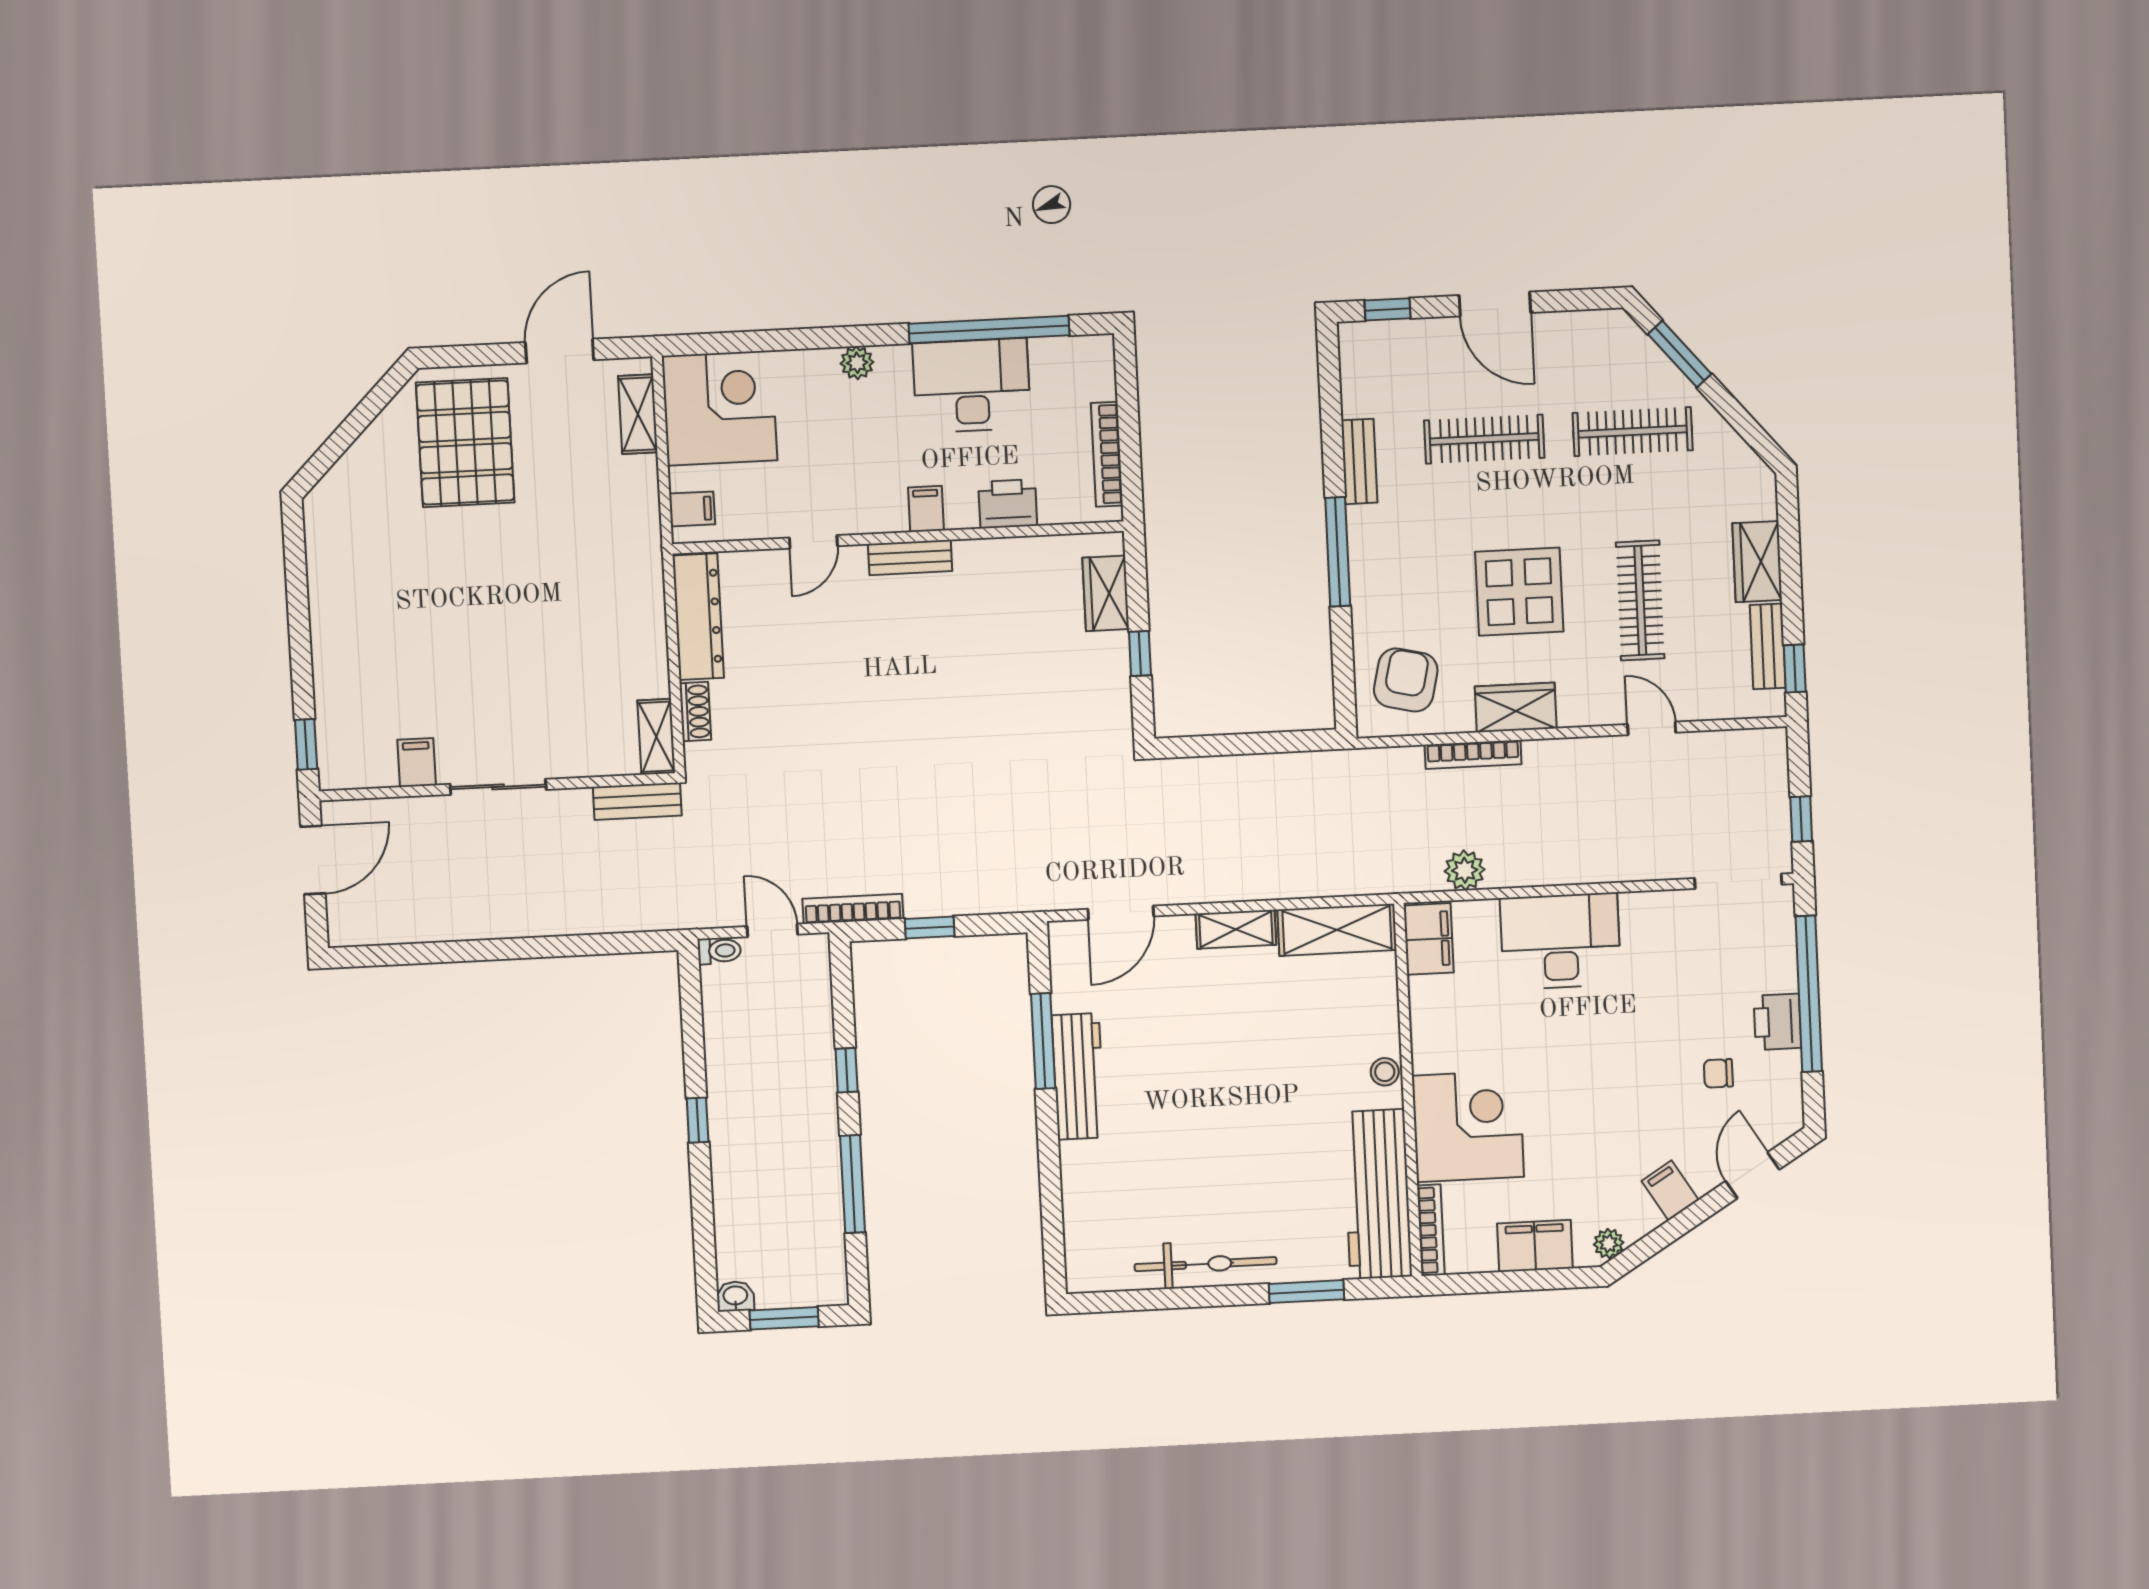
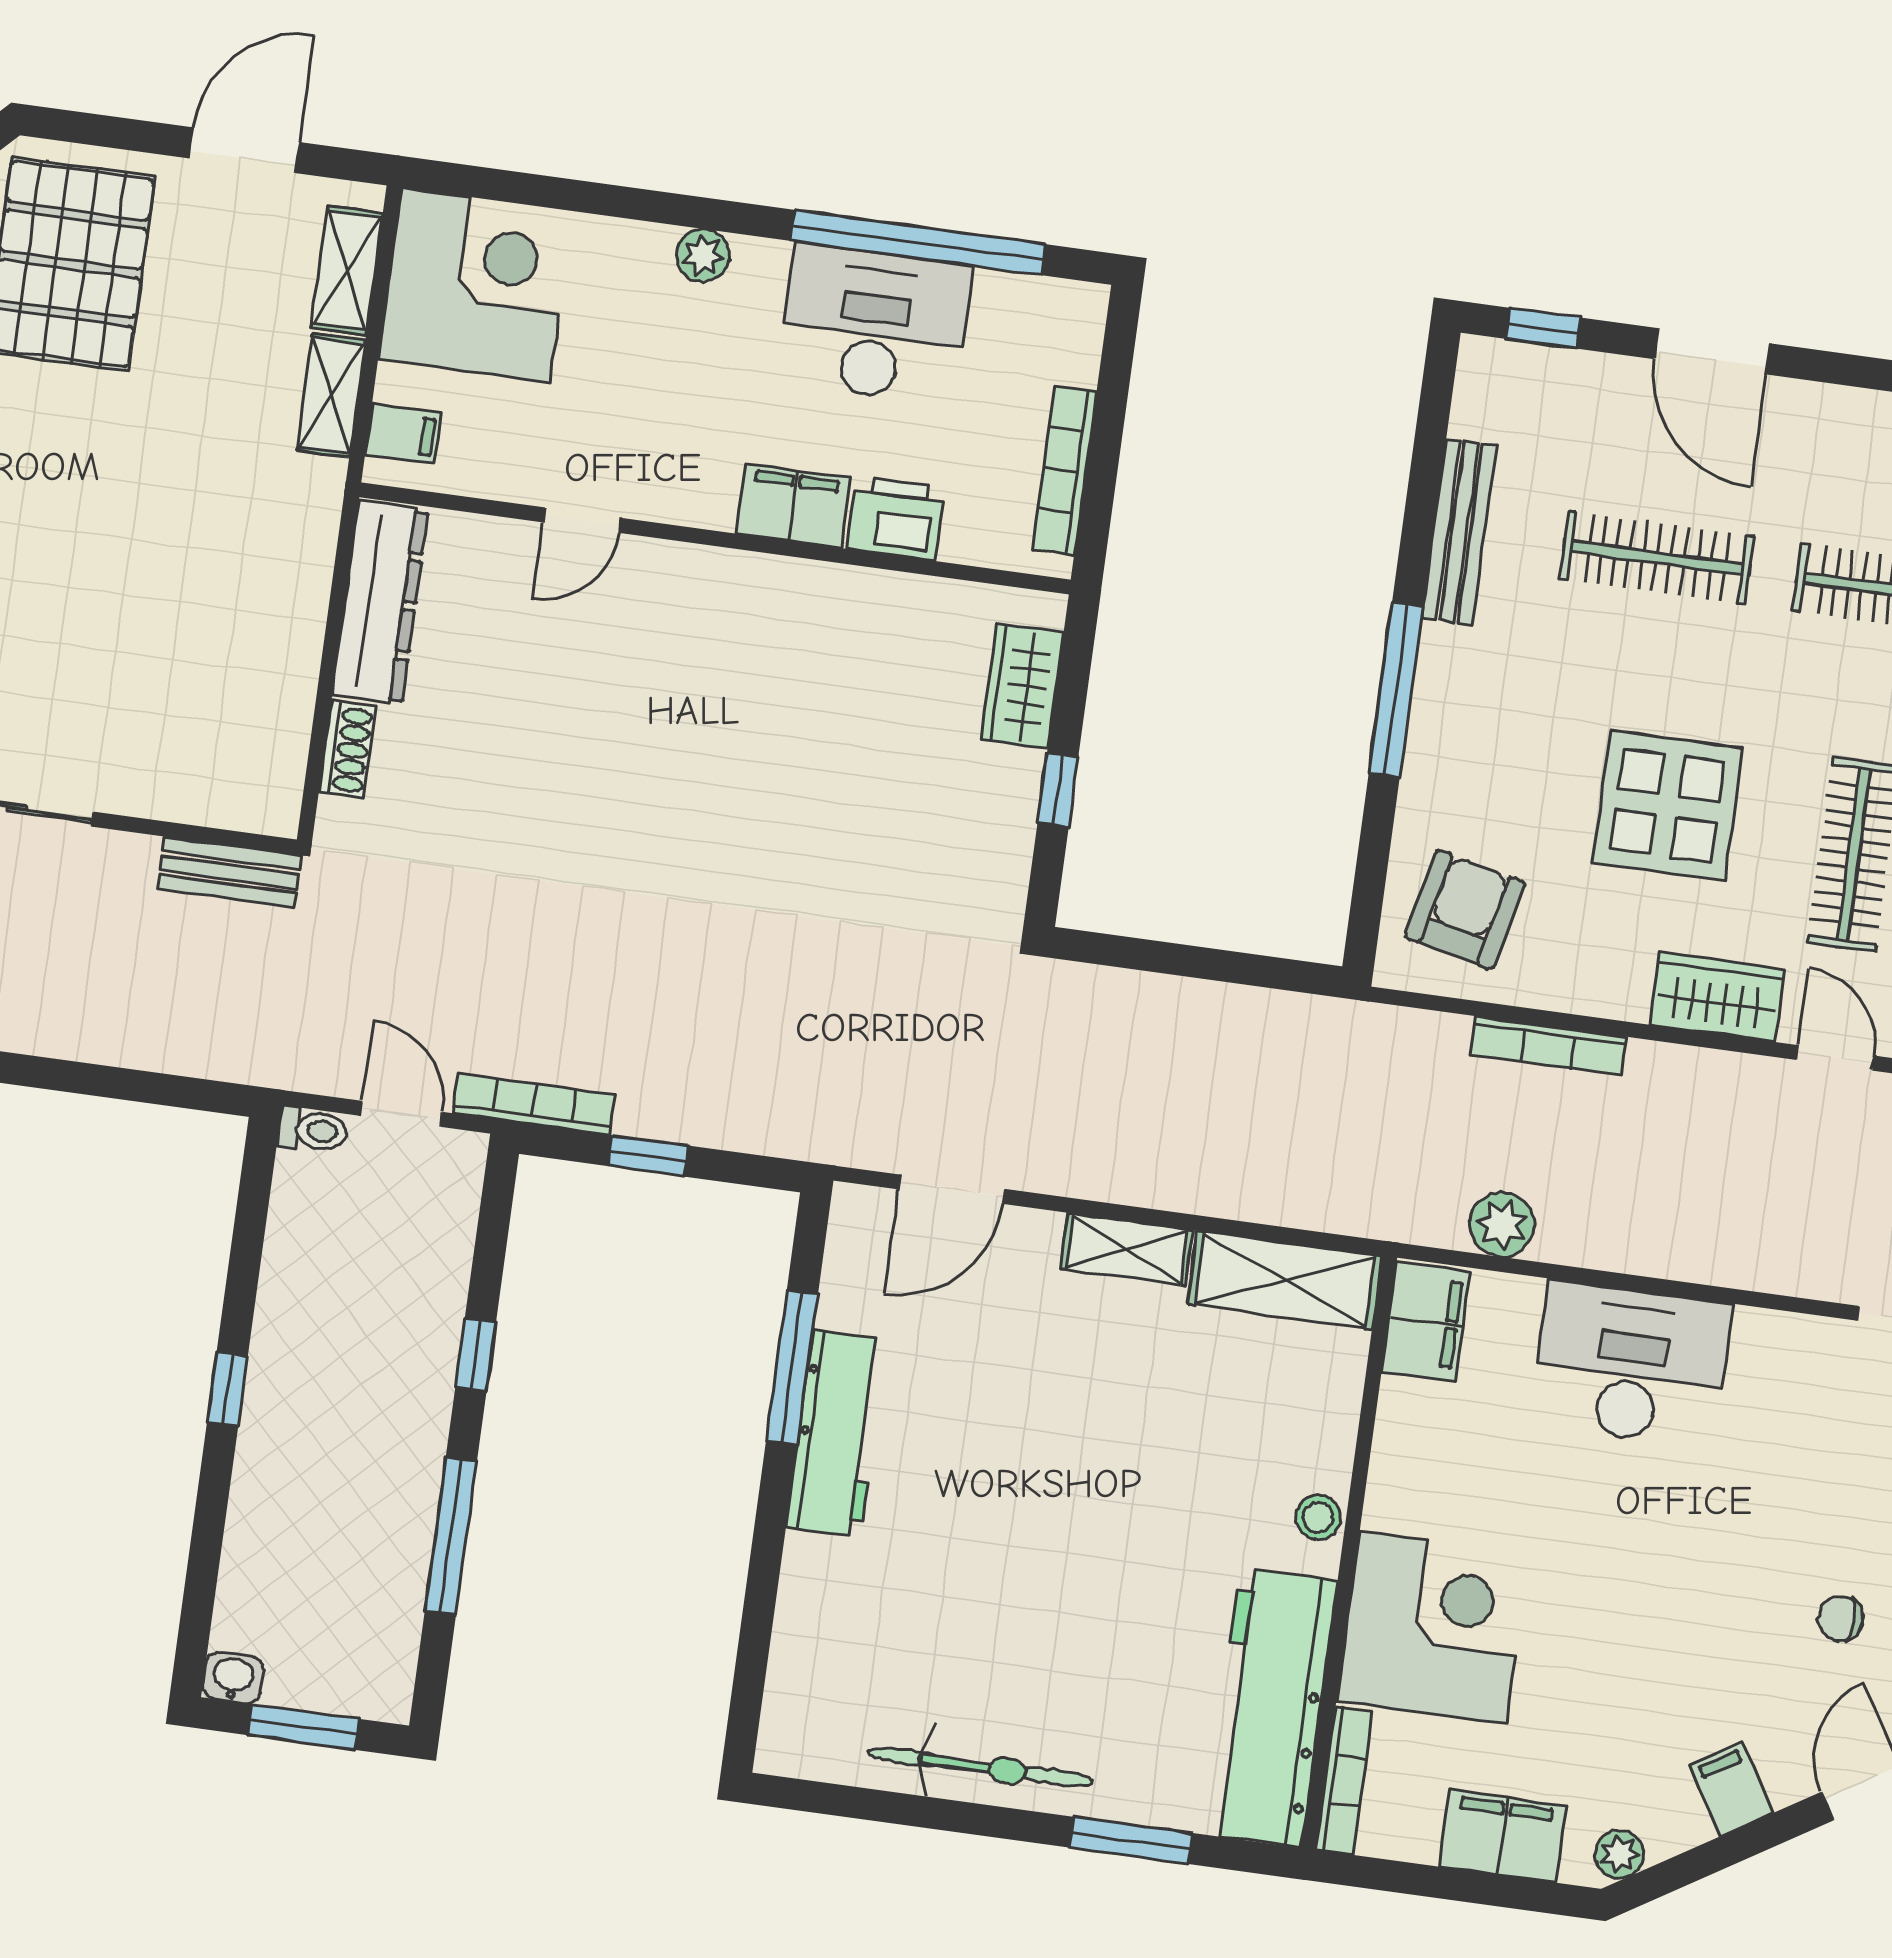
bench: (1359, 461) -> (1459, 532), width x1.36
filing cabinet: (926, 509) -> (793, 506), width x2.00
bench: (910, 558) -> (728, 573), removed
wardrobe: (1516, 707) -> (1717, 997), moved
shelving: (656, 737) -> (331, 396), moved

